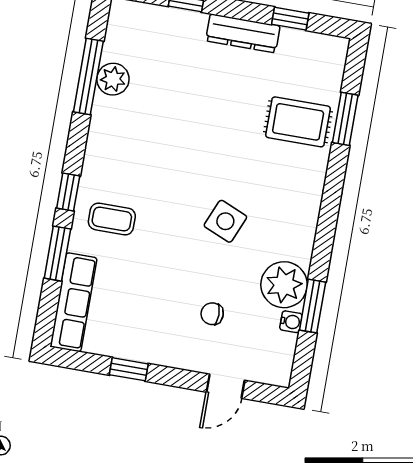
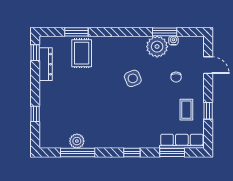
window: (290, 19) -> (35, 53), moved
dresser: (243, 33) -> (46, 64), moved
coffee table: (112, 219) -> (186, 110), moved
side table: (225, 221) -> (133, 78), turned 45
window: (57, 254) -> (172, 152), moved

